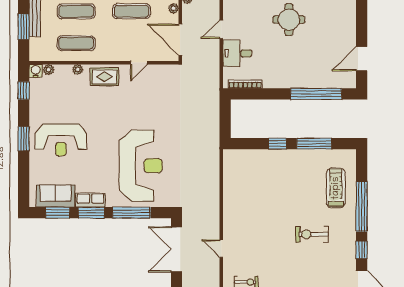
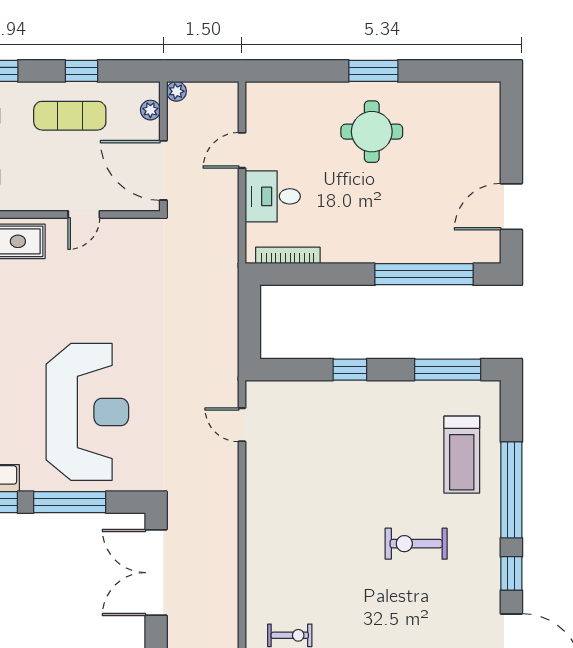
window: (314, 144) -> (448, 370), moved
treadmill: (336, 188) -> (462, 455), turned 180
door: (221, 249) -> (242, 425), moved

